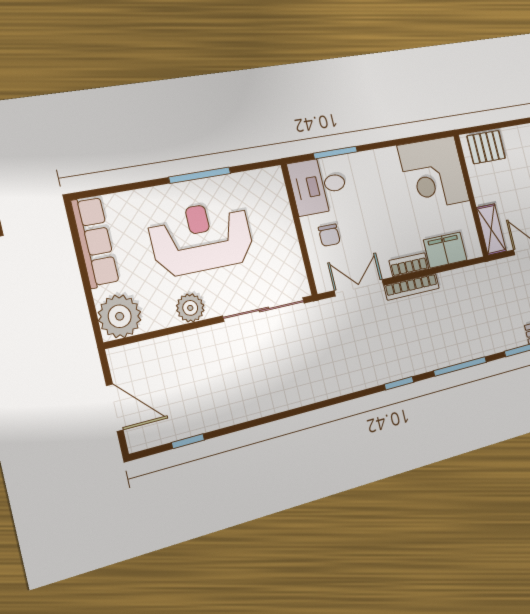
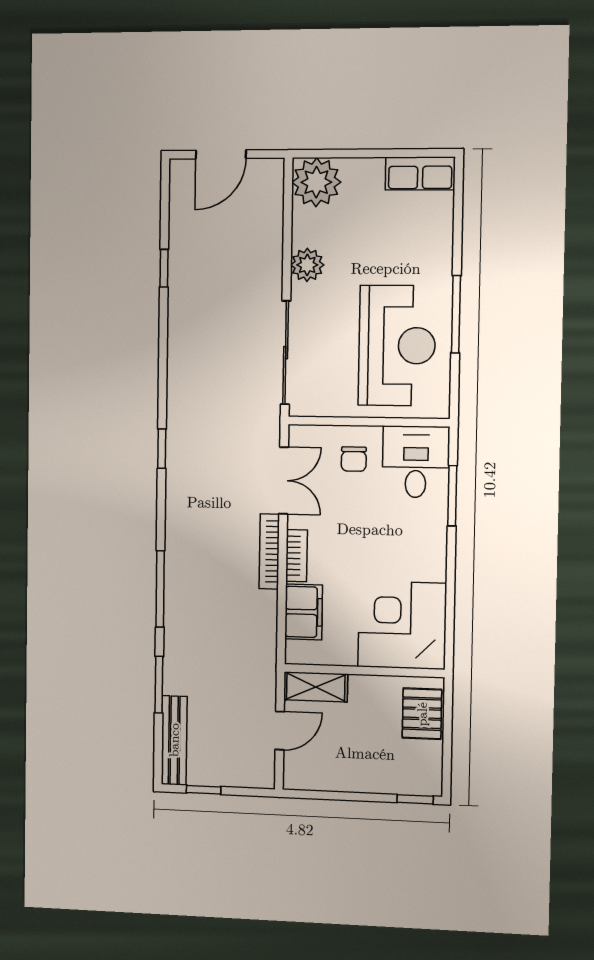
chair: (329, 235) -> (354, 459), turned -90
reception desk: (202, 238) -> (397, 346), moved
row of seats: (95, 242) -> (420, 173), width x0.68
window: (399, 383) -> (162, 449), moved
window: (188, 441) -> (164, 268), moved

